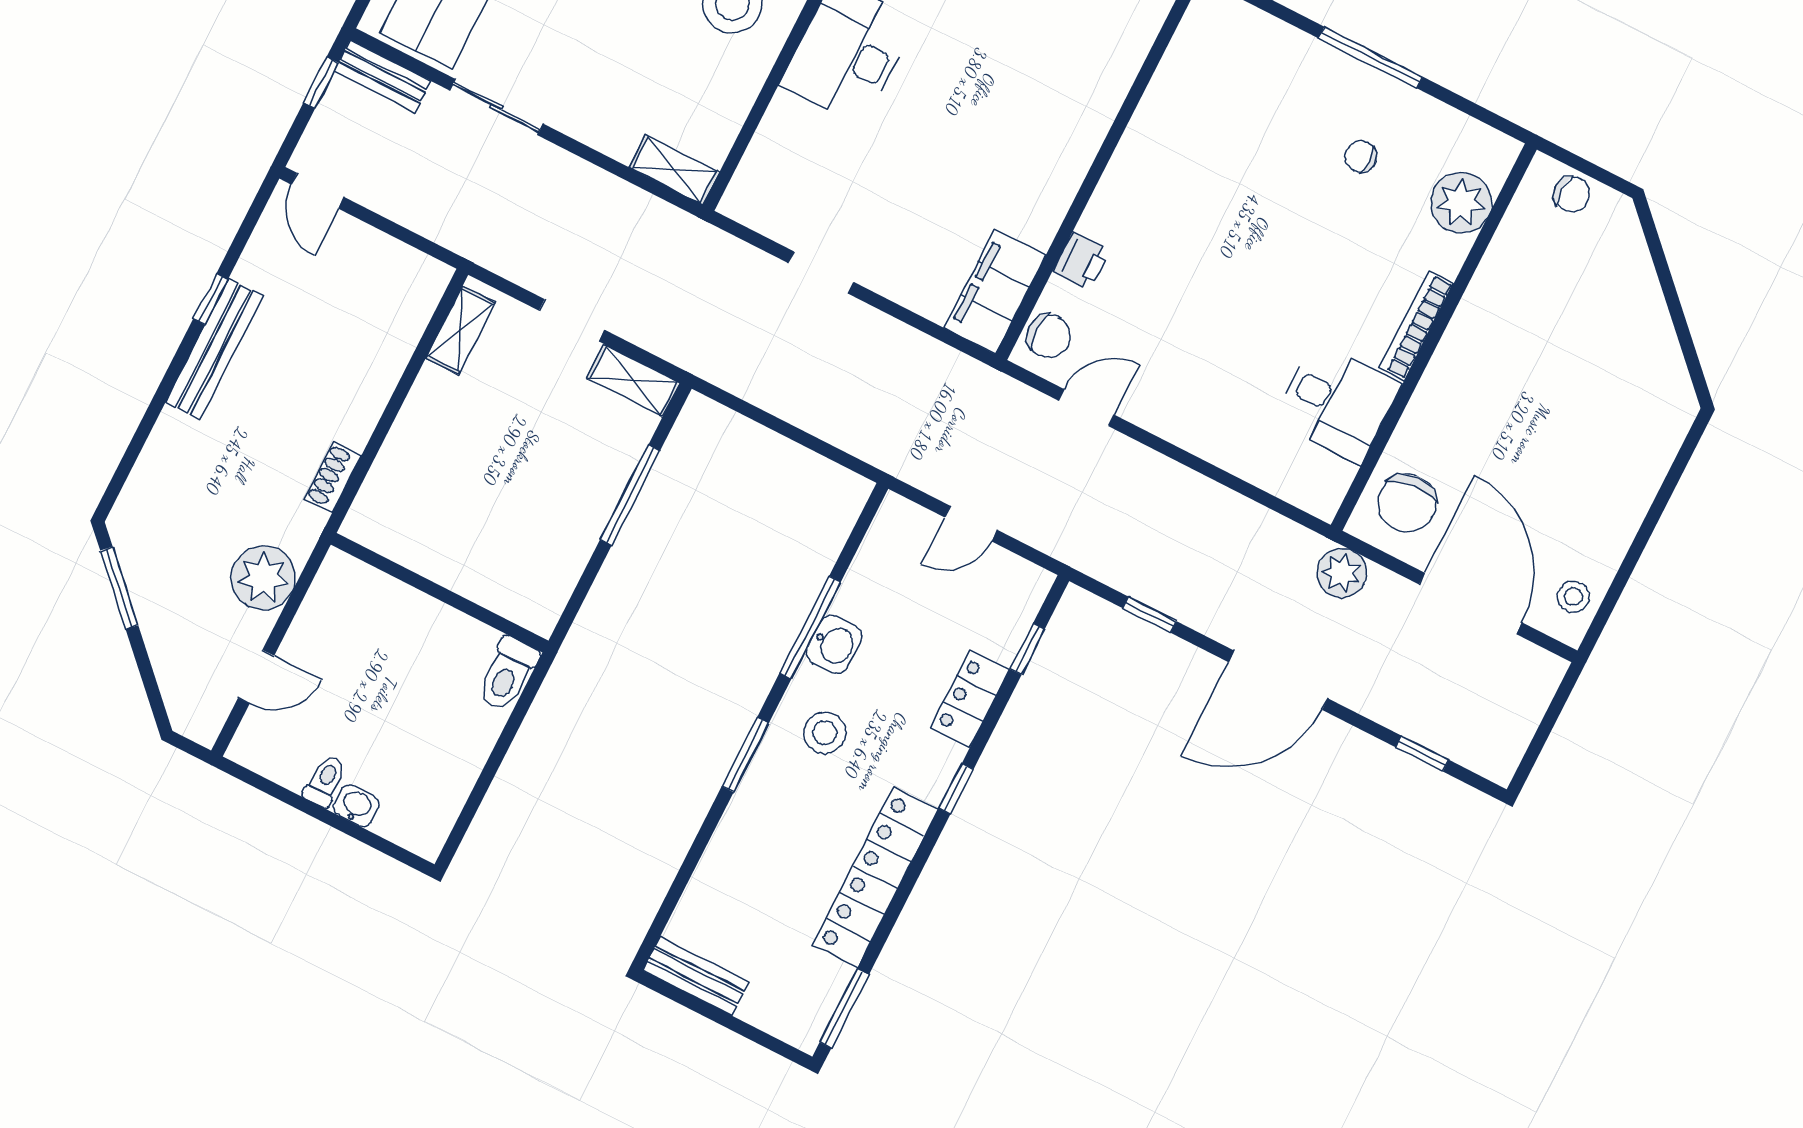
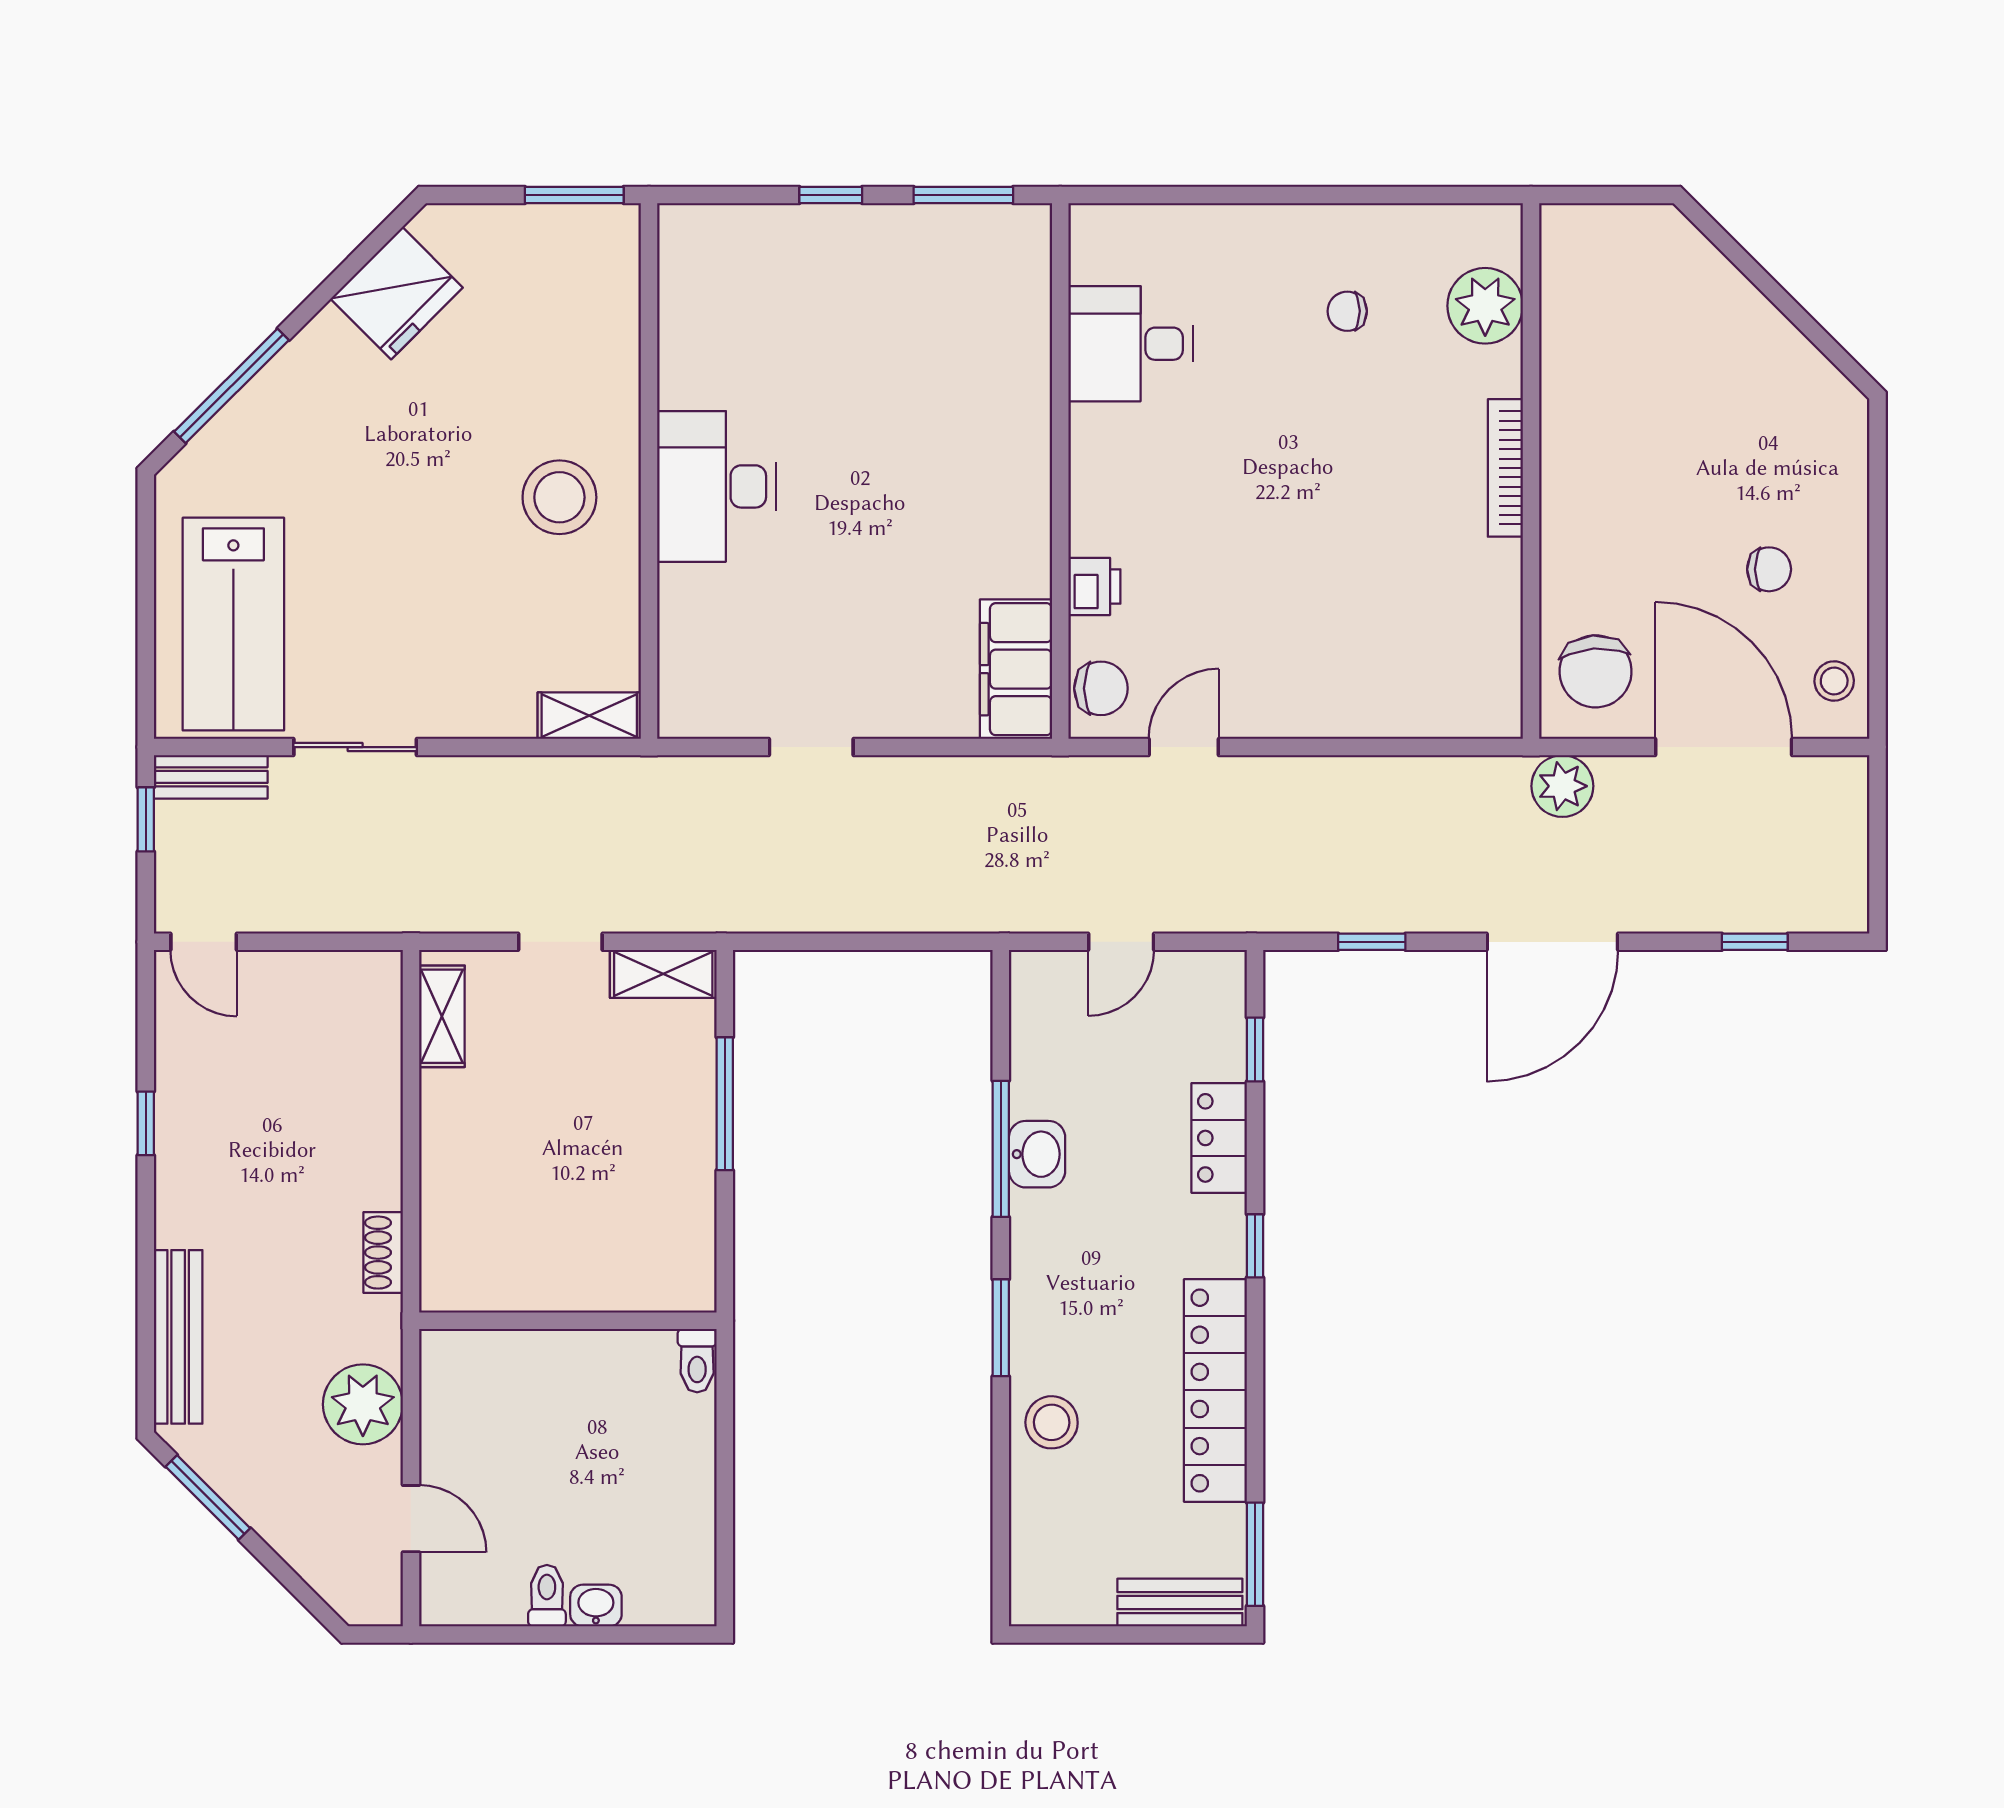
window: (1371, 58) -> (1302, 195), removed
chair: (1572, 194) -> (1769, 569), moved
bench: (214, 349) -> (178, 1337), moved
desk: (1337, 403) -> (1131, 344), moved, turned 180
toilet: (508, 674) -> (697, 1361), width x0.73, depth x0.72
door: (256, 677) -> (411, 1519), hinge flipped
stool: (825, 733) -> (1052, 1422), moved
bench: (696, 976) -> (1180, 1603), moved

